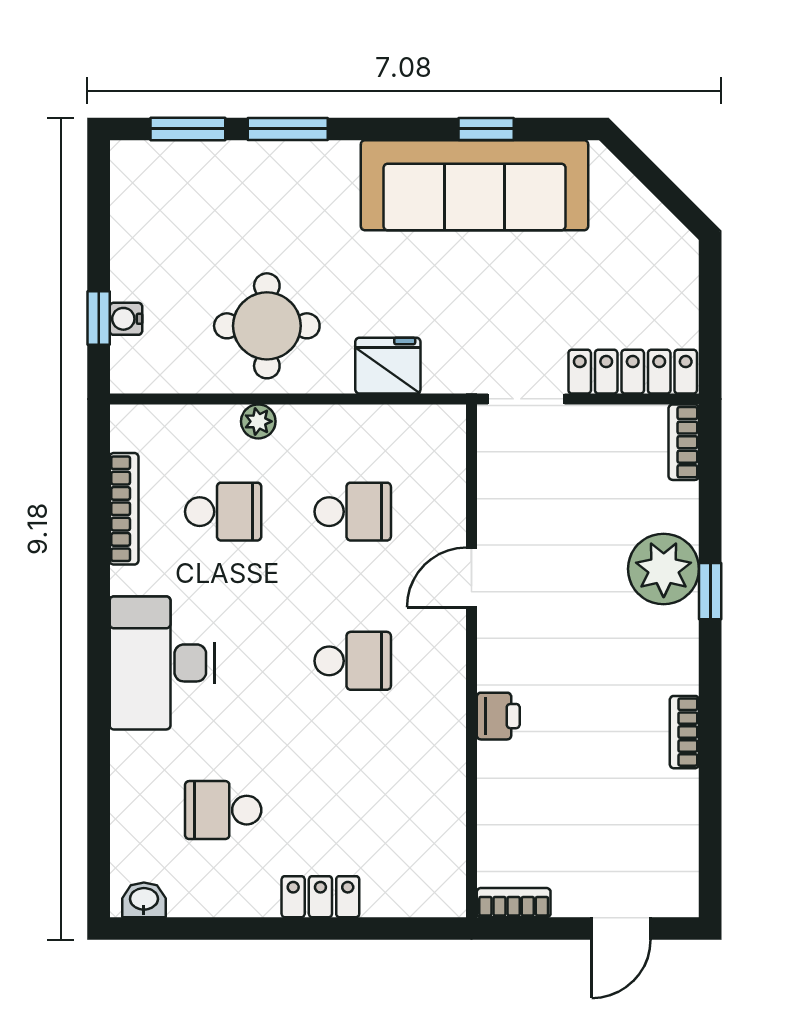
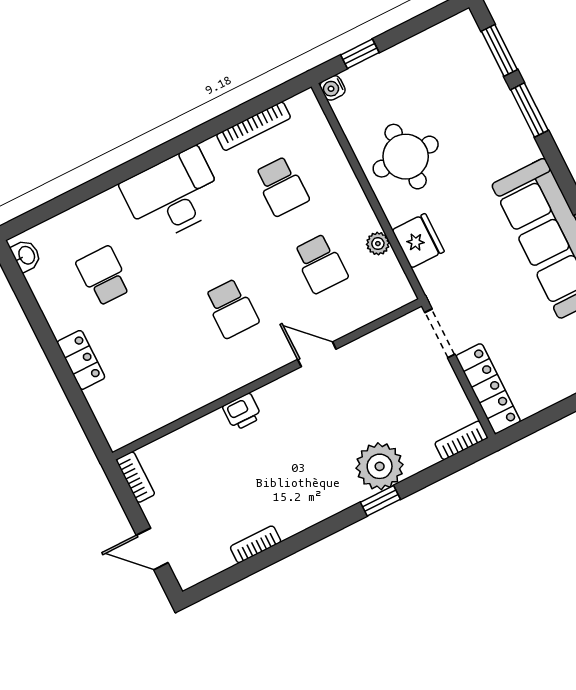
water cooler: (126, 319) -> (333, 88), moved, turned -90
plant: (258, 421) -> (378, 244), moved
bookcase: (684, 732) -> (256, 544), moved

